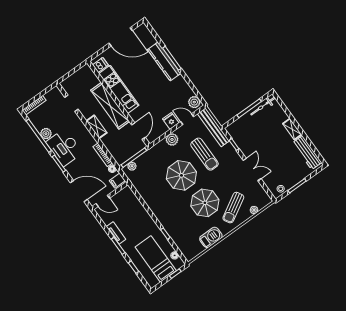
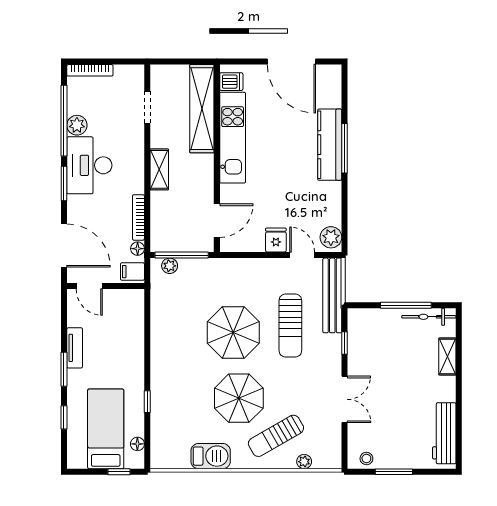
shelving: (110, 106) -> (202, 109), moved
shelving: (292, 129) -> (447, 357), moved
plant: (172, 139) -> (258, 269), removed

